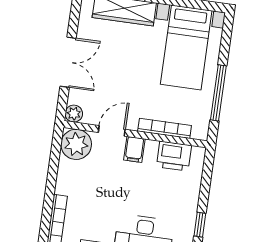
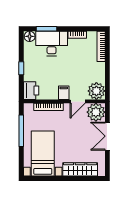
plant: (74, 114) -> (96, 112), width x1.88, depth x1.88
printer: (174, 156) -> (31, 91), moved, turned 90
window: (200, 225) -> (21, 68), moved

